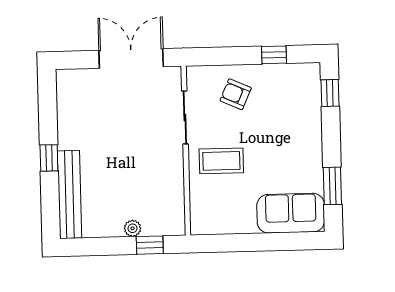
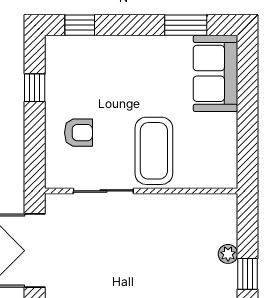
armchair: (236, 94) -> (78, 133), turned -114
coffee table: (221, 161) -> (154, 151), width x1.36, depth x1.32
window: (150, 245) -> (248, 274), moved

